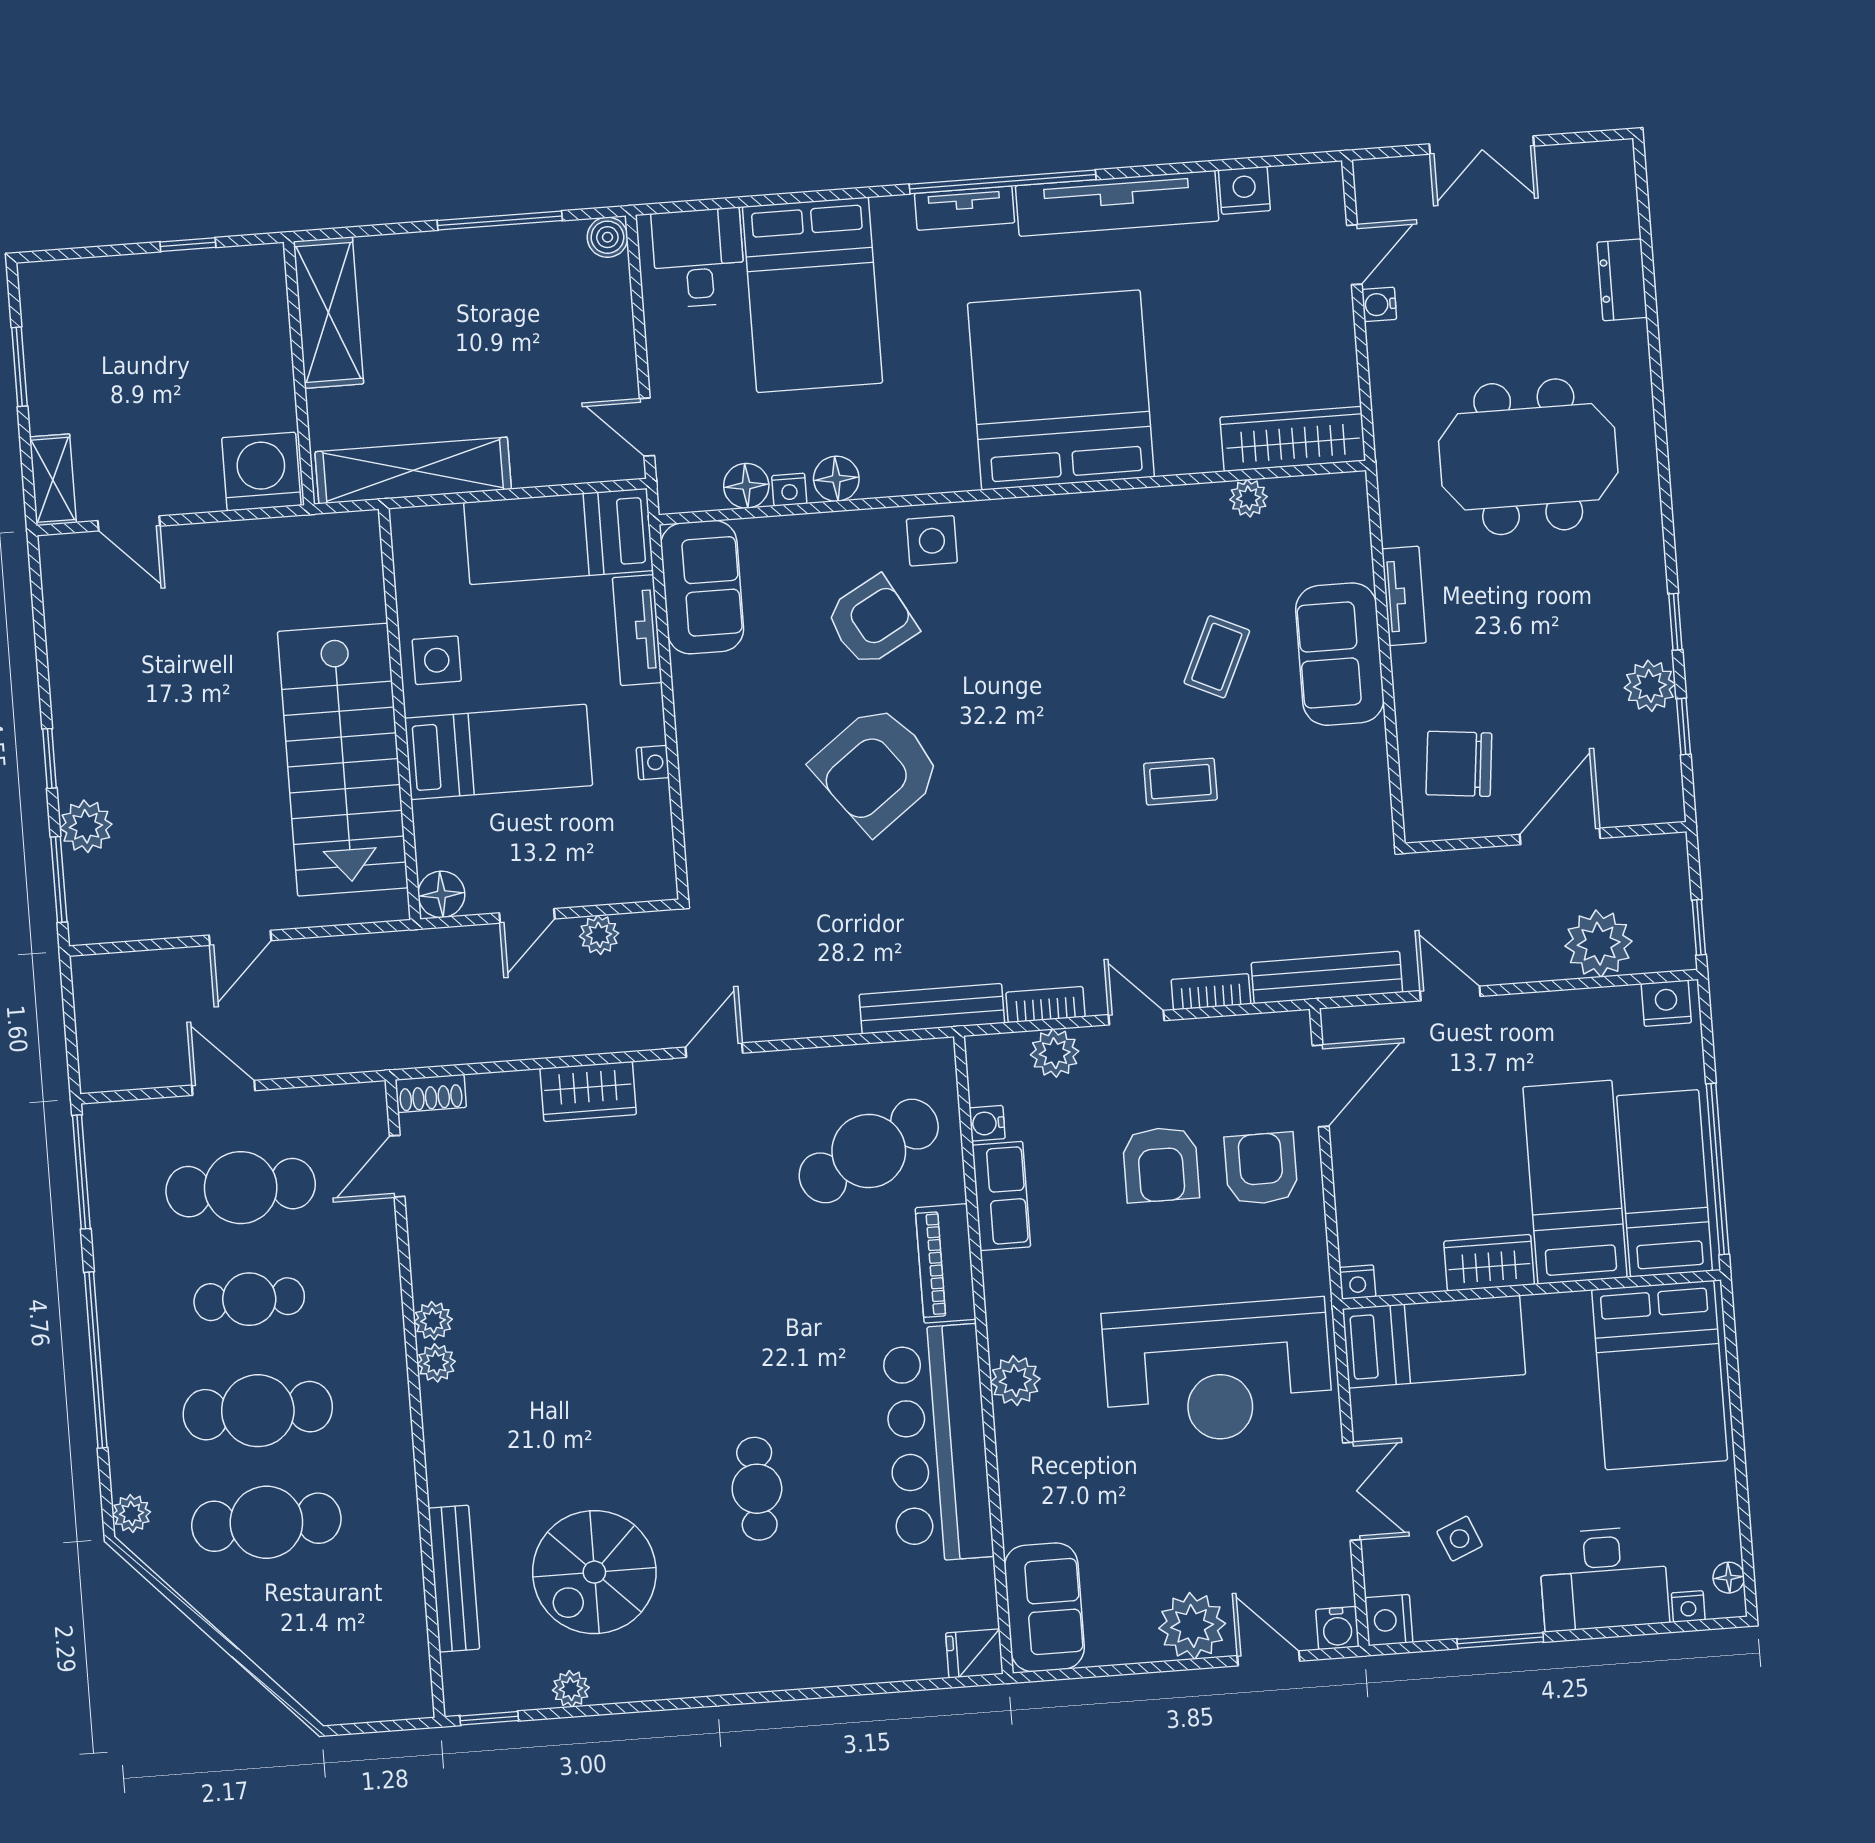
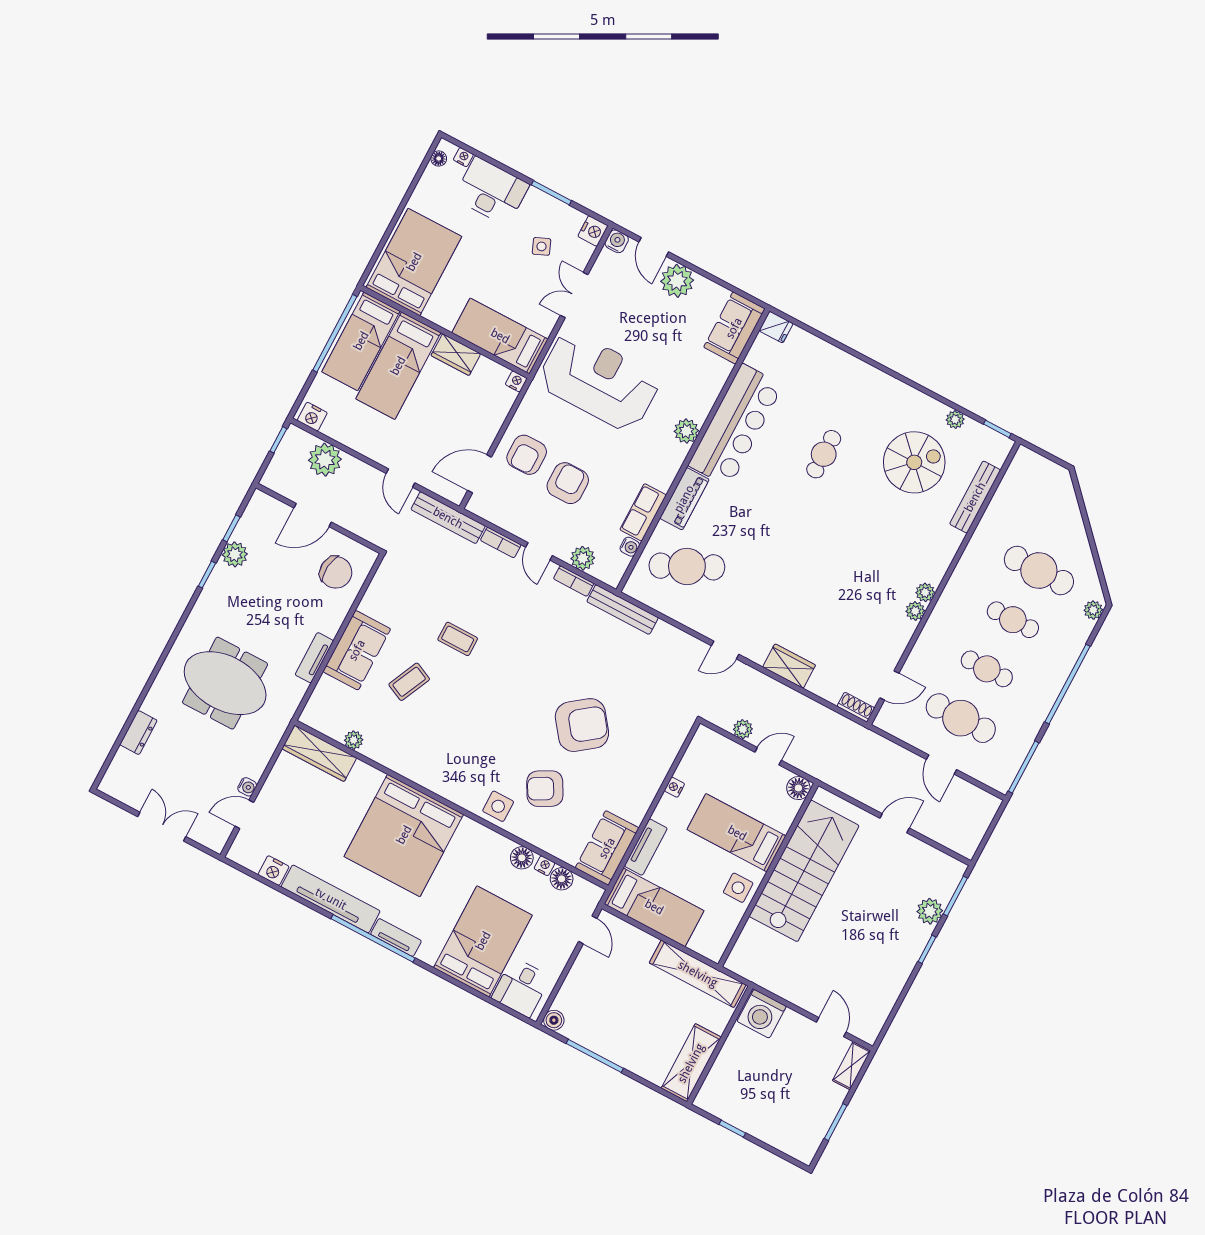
cafe table: (258, 1411) -> (1013, 620), width x0.73, depth x0.74

